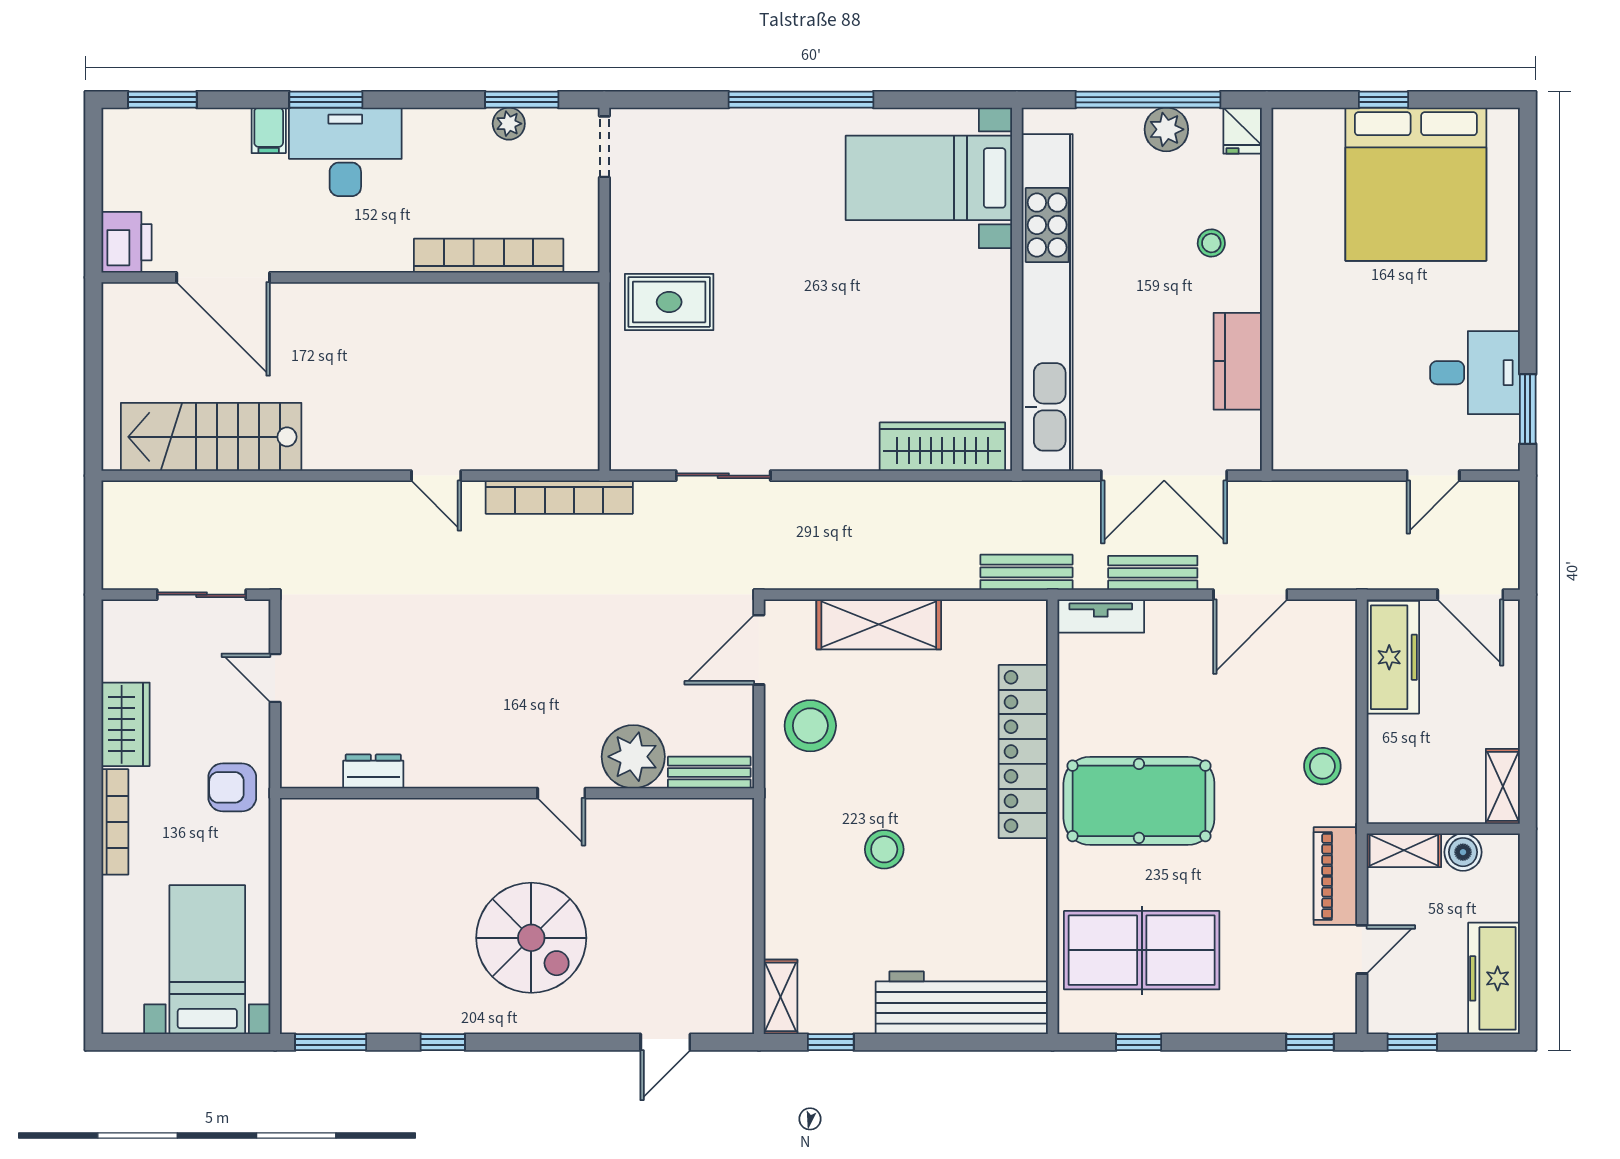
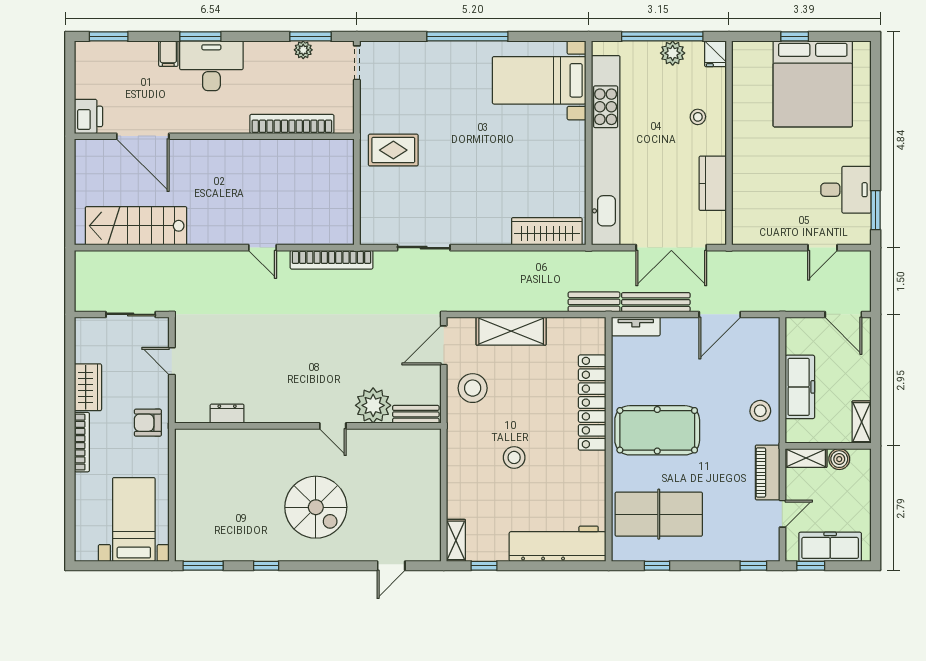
bench: (1153, 573) -> (656, 302), width x1.36
freezer: (1393, 657) -> (800, 387), moved
freezer: (1494, 978) -> (830, 547), moved, turned 90

